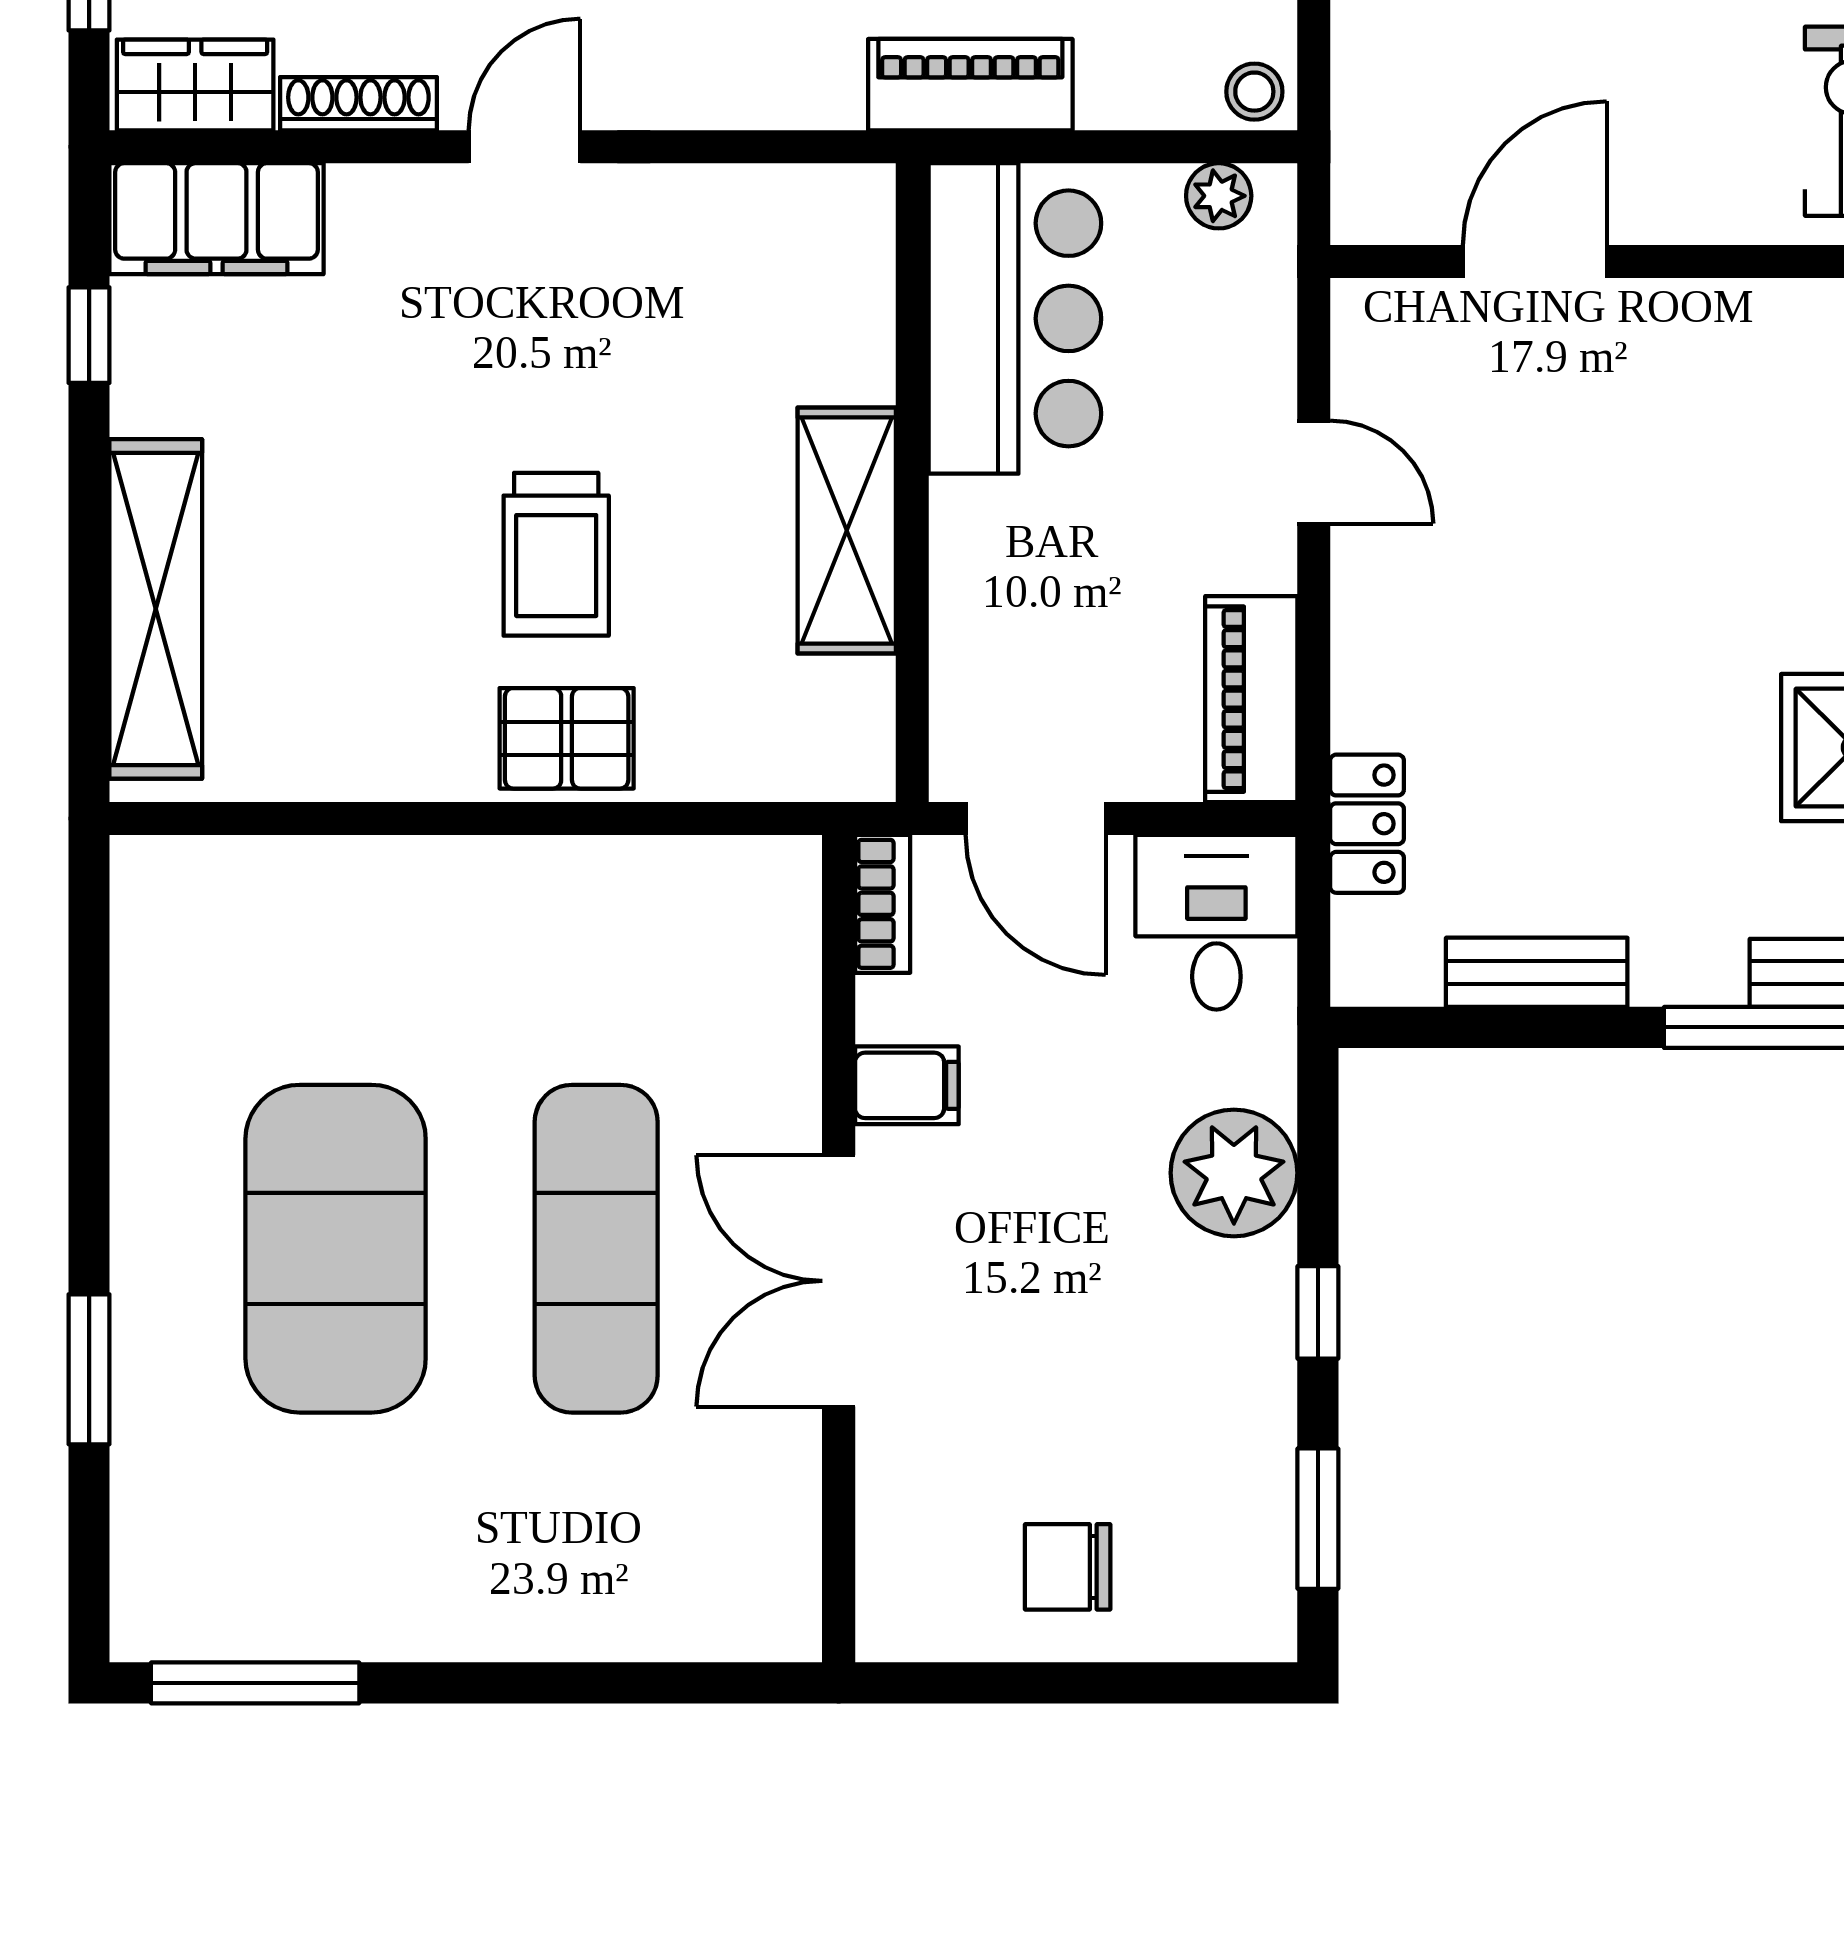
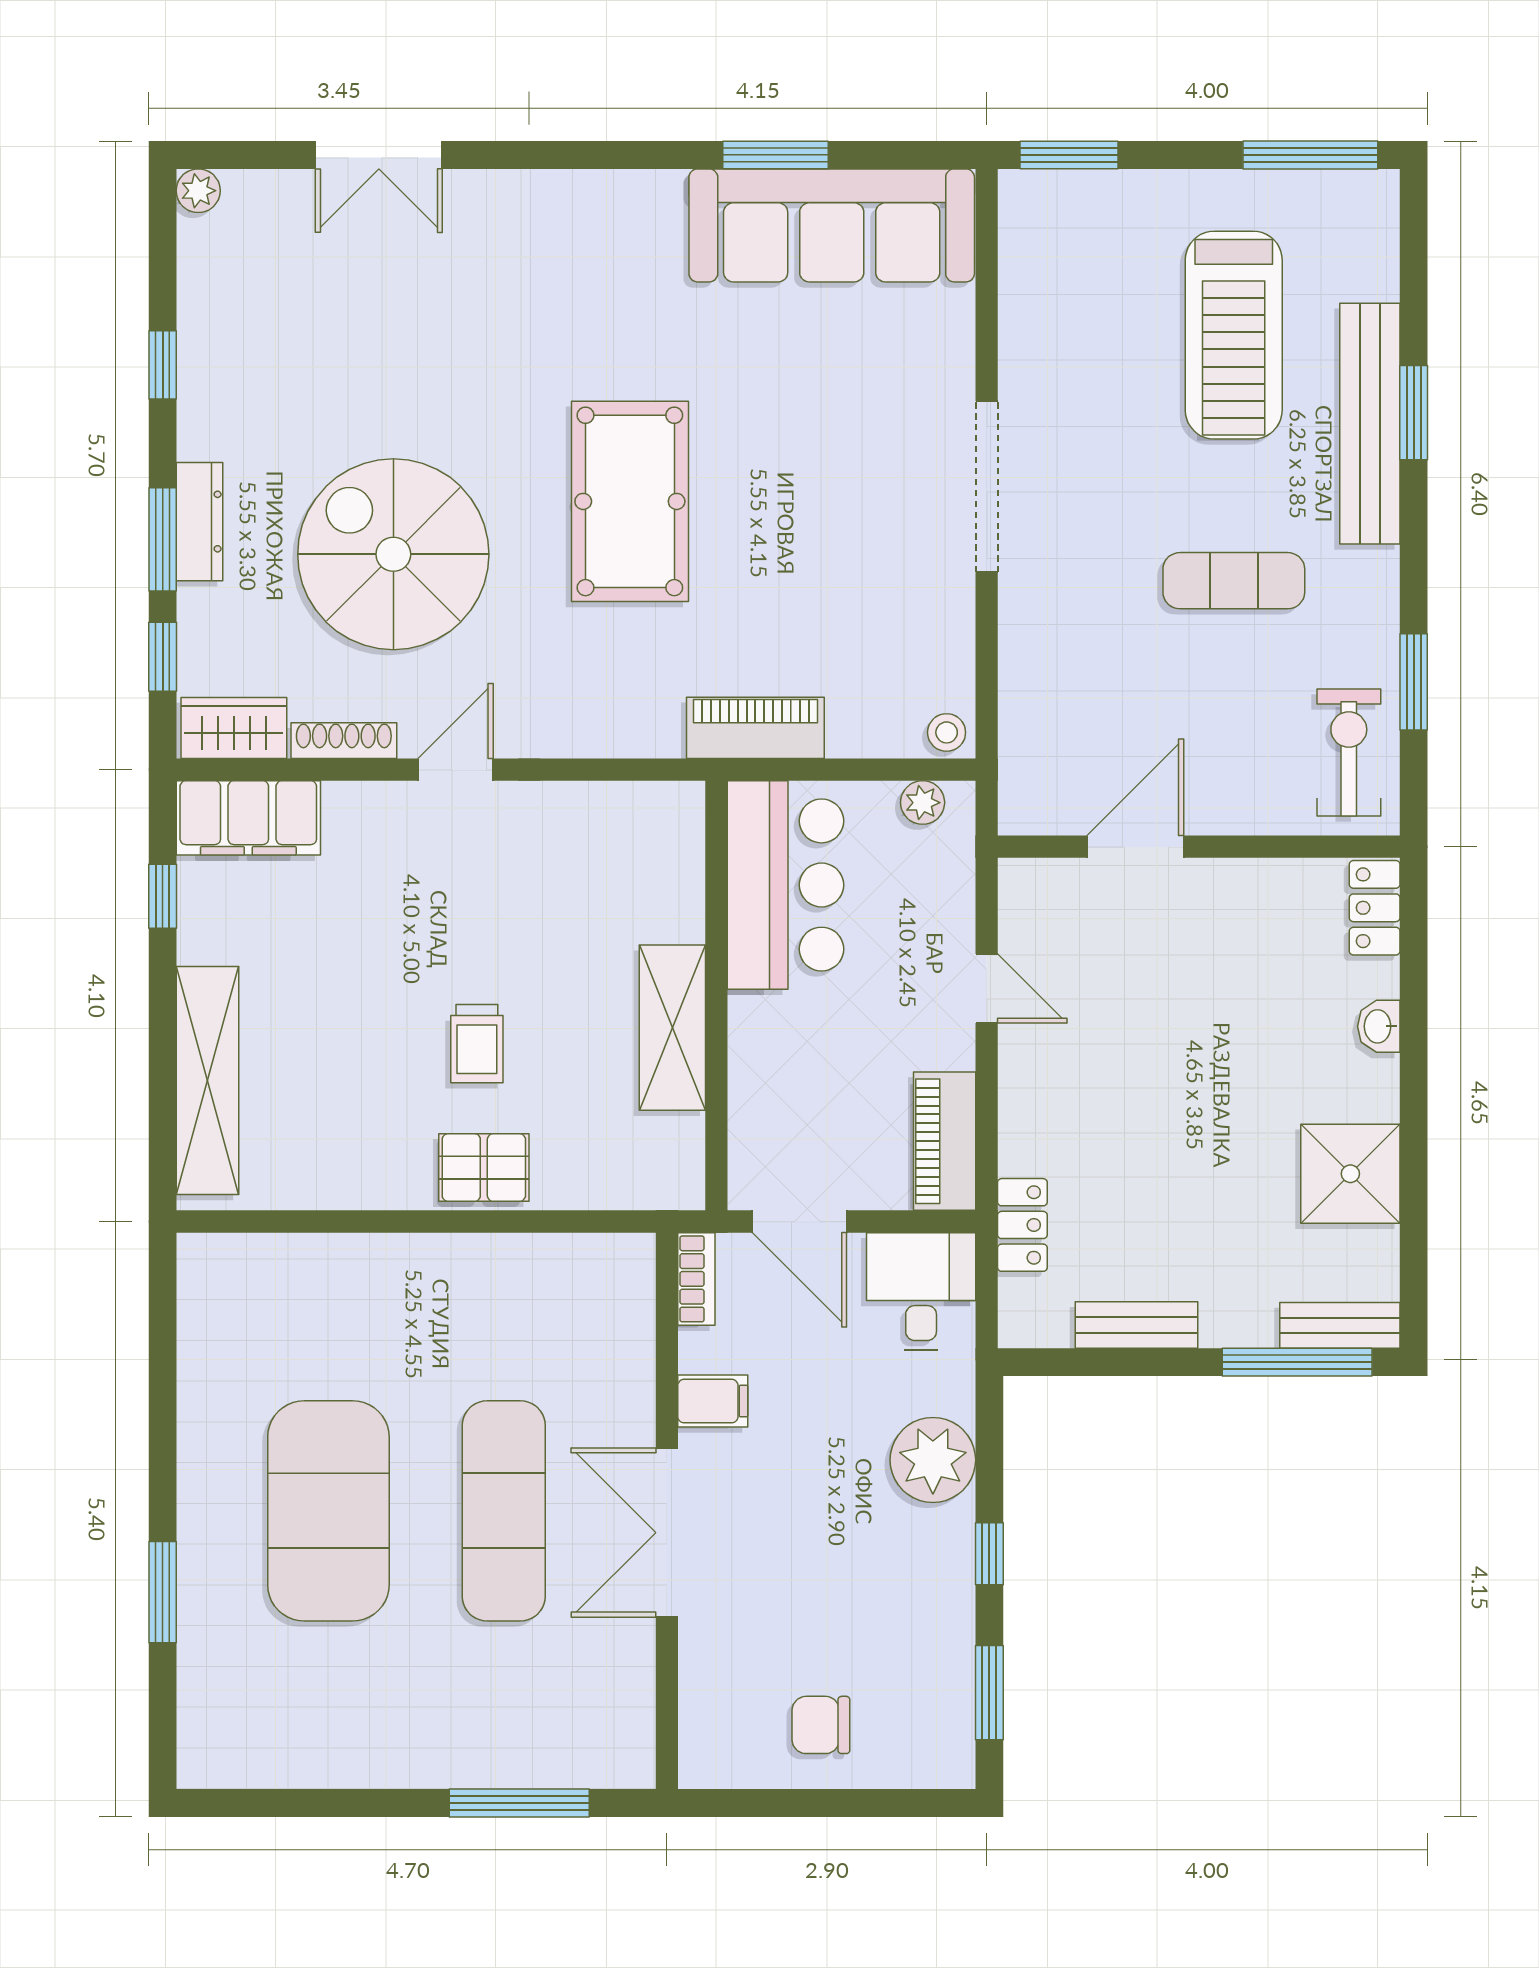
trolley: (556, 554) -> (477, 1044), width x0.73, depth x0.72
window: (255, 1683) -> (519, 1803), moved

